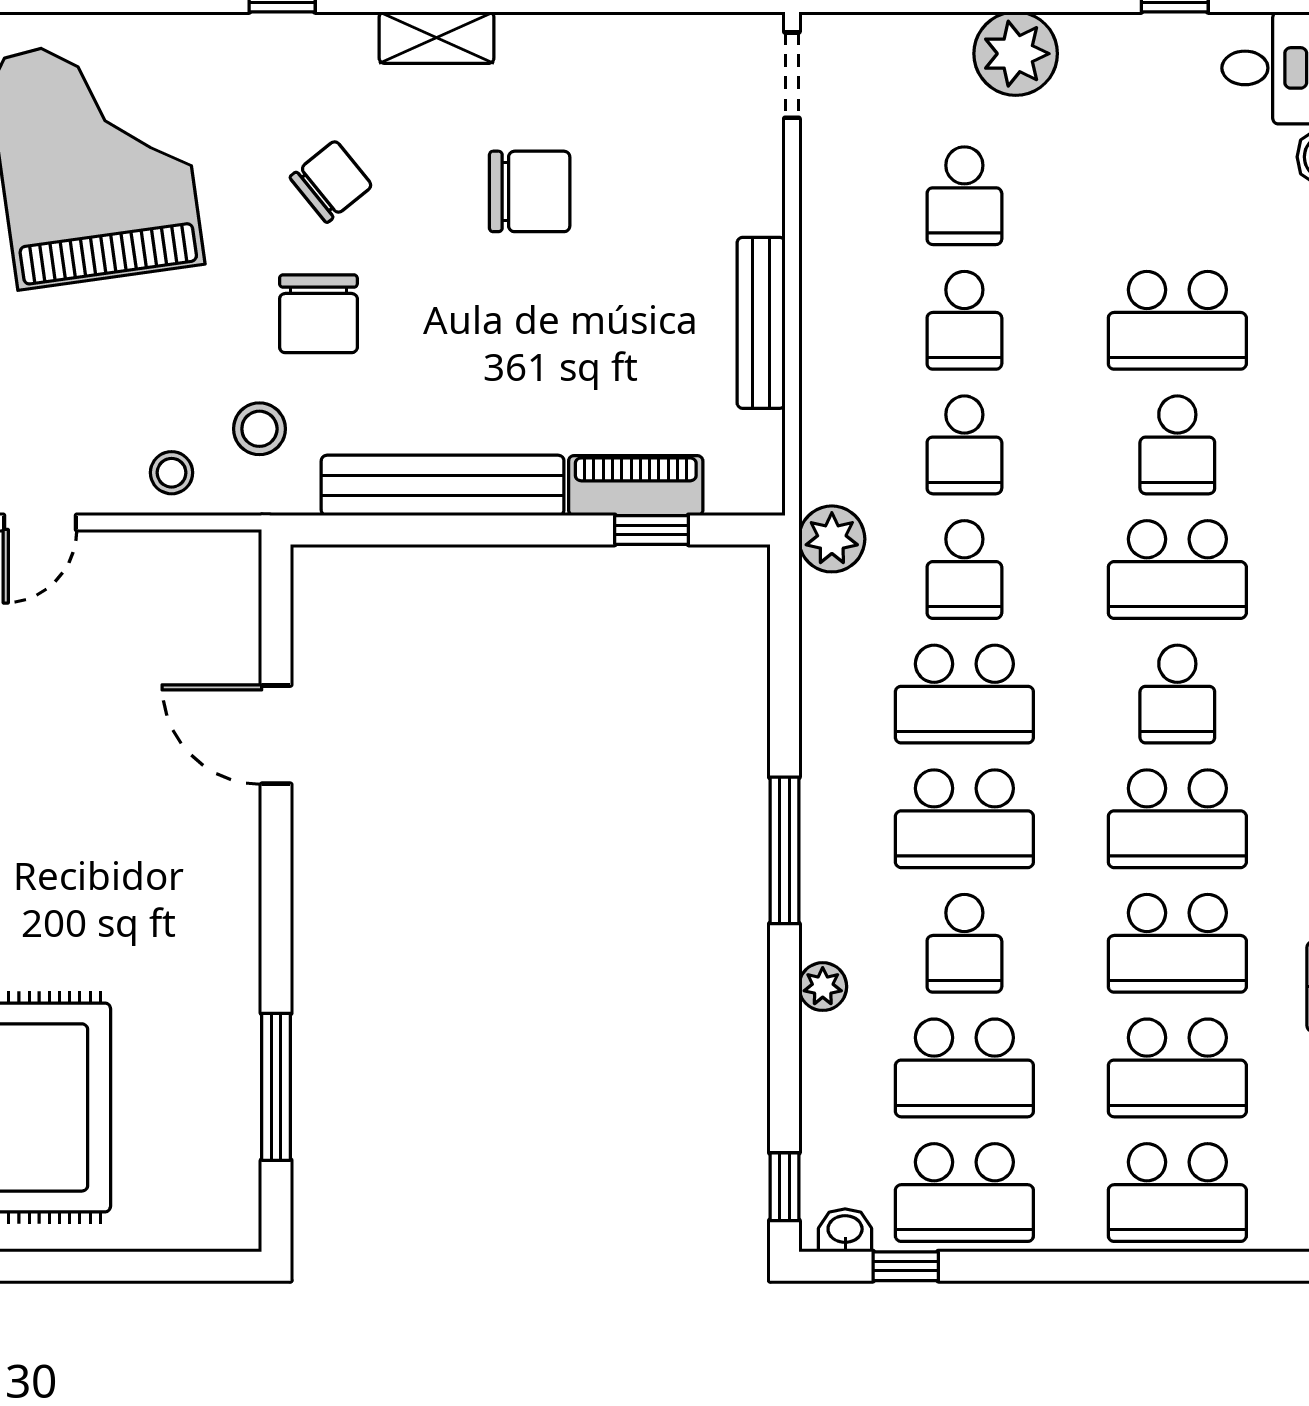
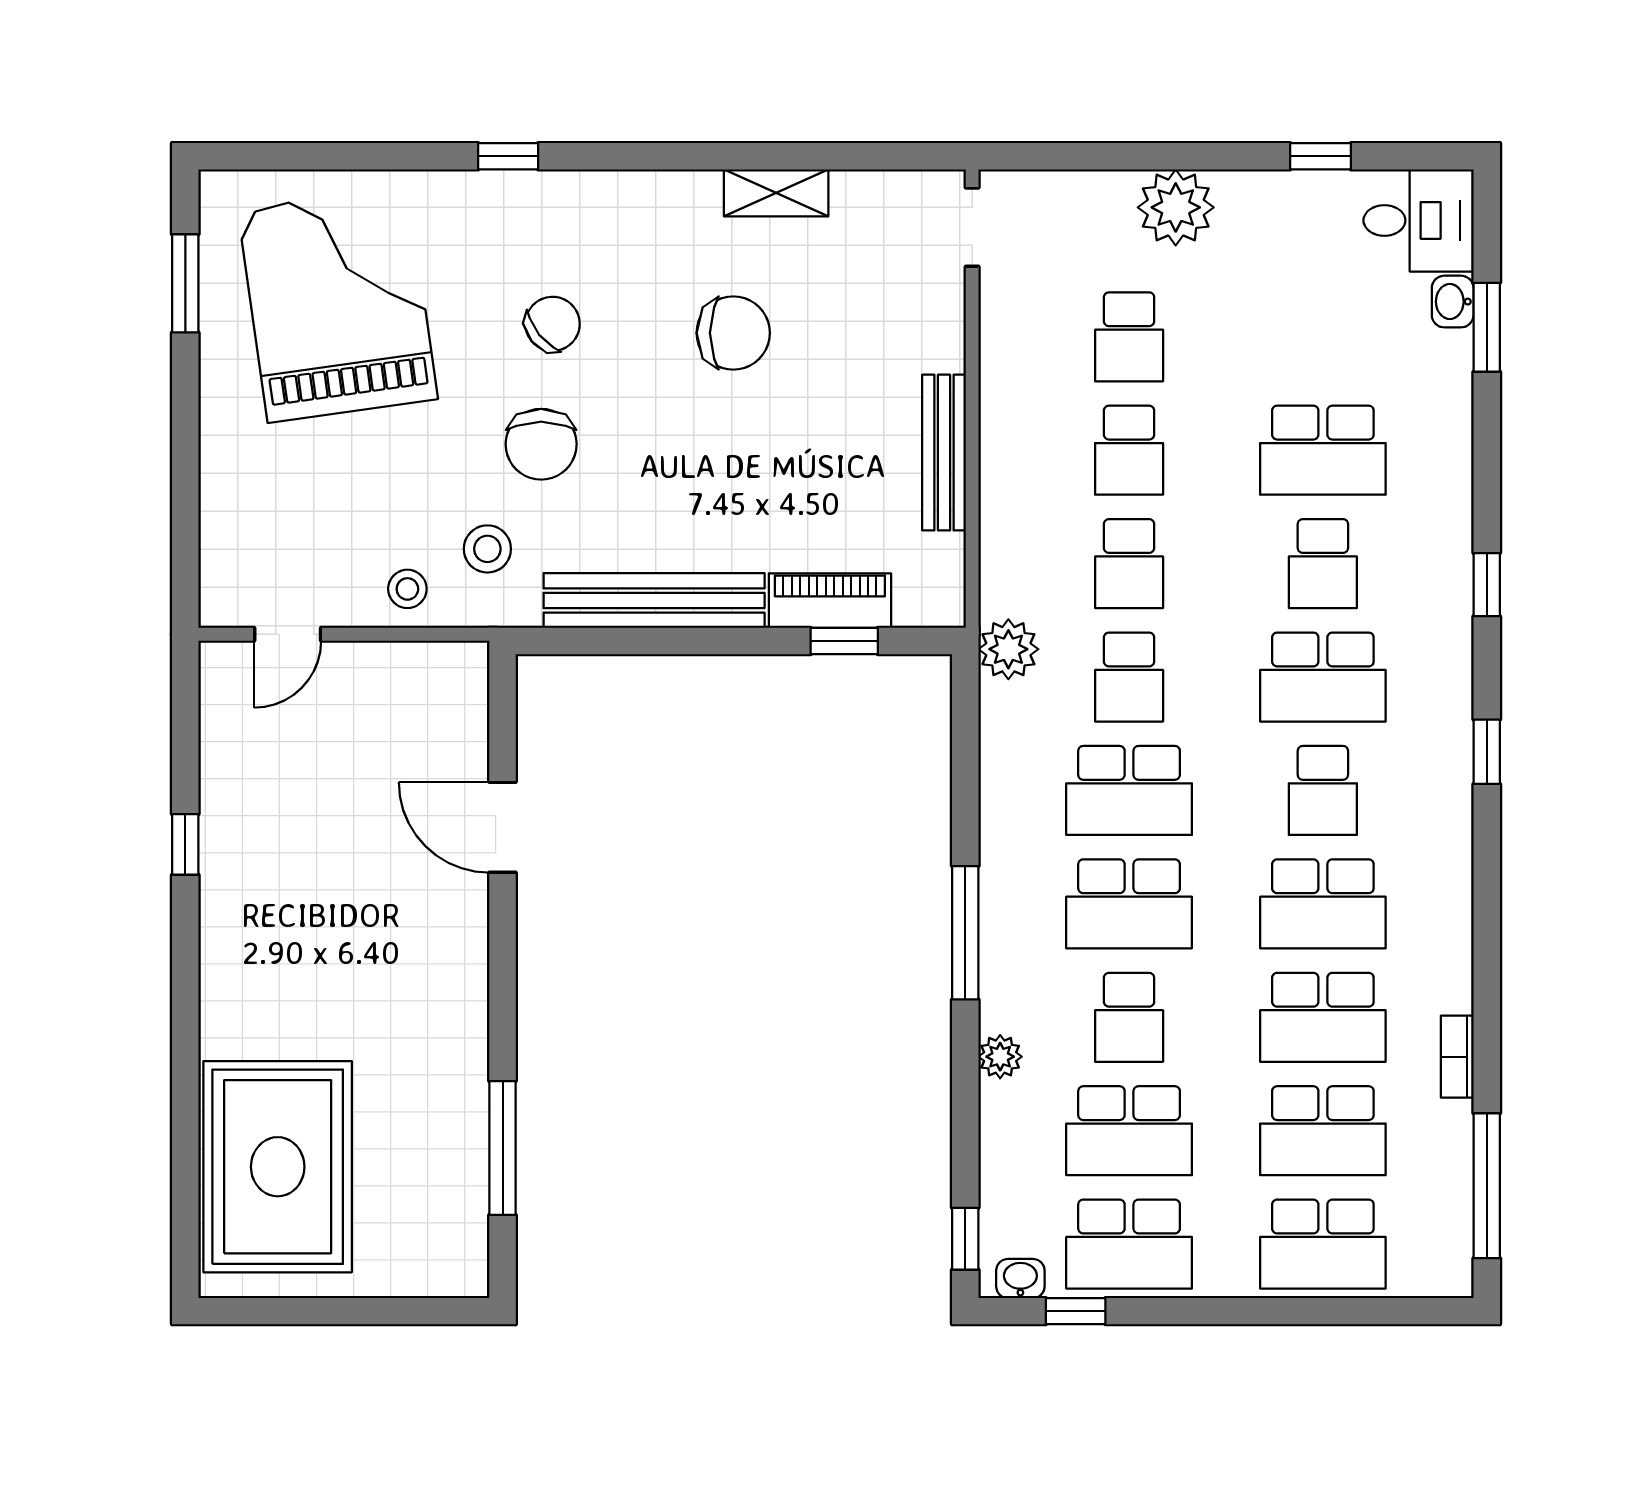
shelving: (437, 38) -> (776, 193), moved

